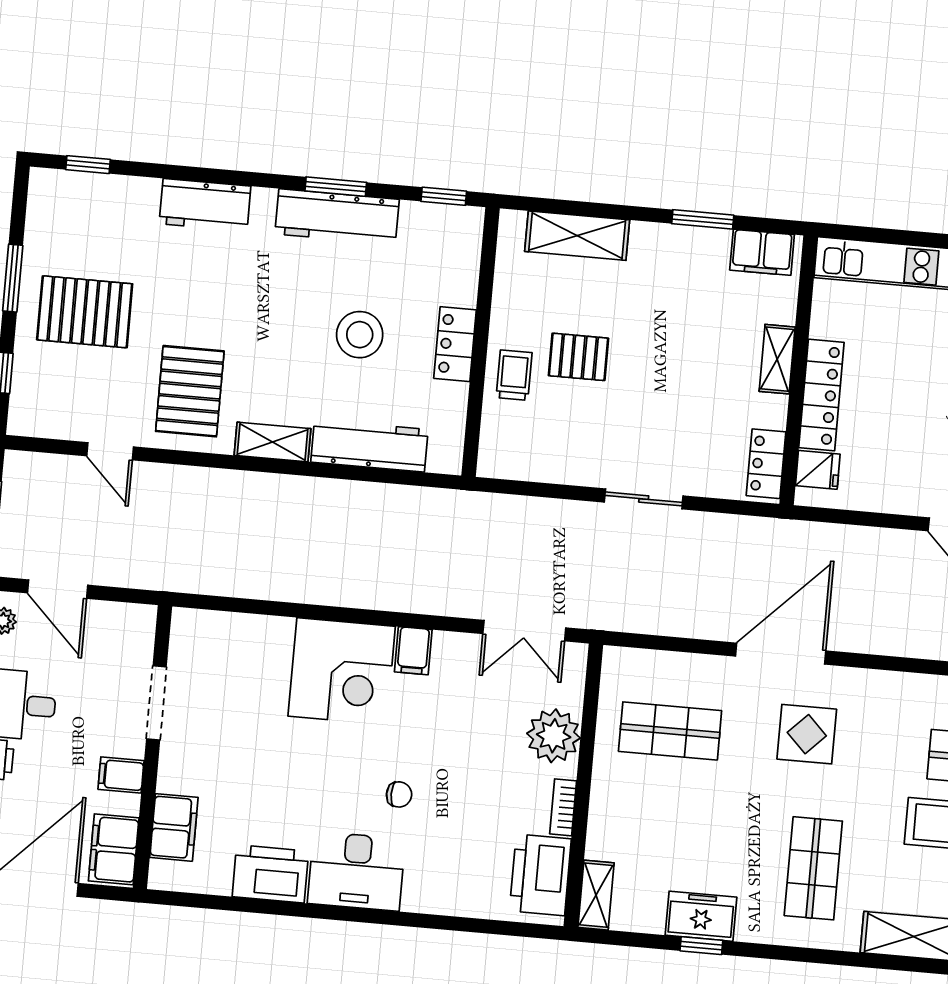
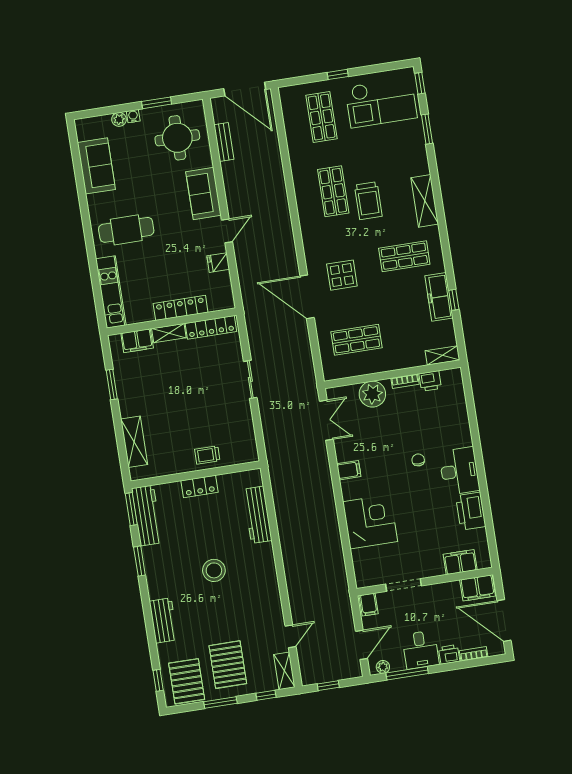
window: (444, 196) -> (131, 509), width x1.50
workbench: (337, 217) -> (147, 515), moved
filing cabinet: (762, 252) -> (137, 341), moved, turned 90
stool: (360, 335) -> (214, 570), moved
pallet: (578, 357) -> (191, 427), removed
pallet: (190, 391) -> (187, 681), moved, turned 90
shelving: (273, 442) -> (284, 671), moved
locker: (766, 464) -> (211, 327), width x1.53
fridge: (818, 470) -> (218, 263), moved, turned -90
corner desk: (342, 671) -> (370, 522), moved
shop shelf: (670, 731) -> (356, 340), turned 90
filing cabinet: (121, 775) -> (369, 605), moved
printer: (540, 875) -> (430, 381), width x0.53, depth x0.68
freezer: (701, 916) -> (439, 297), width x1.40

